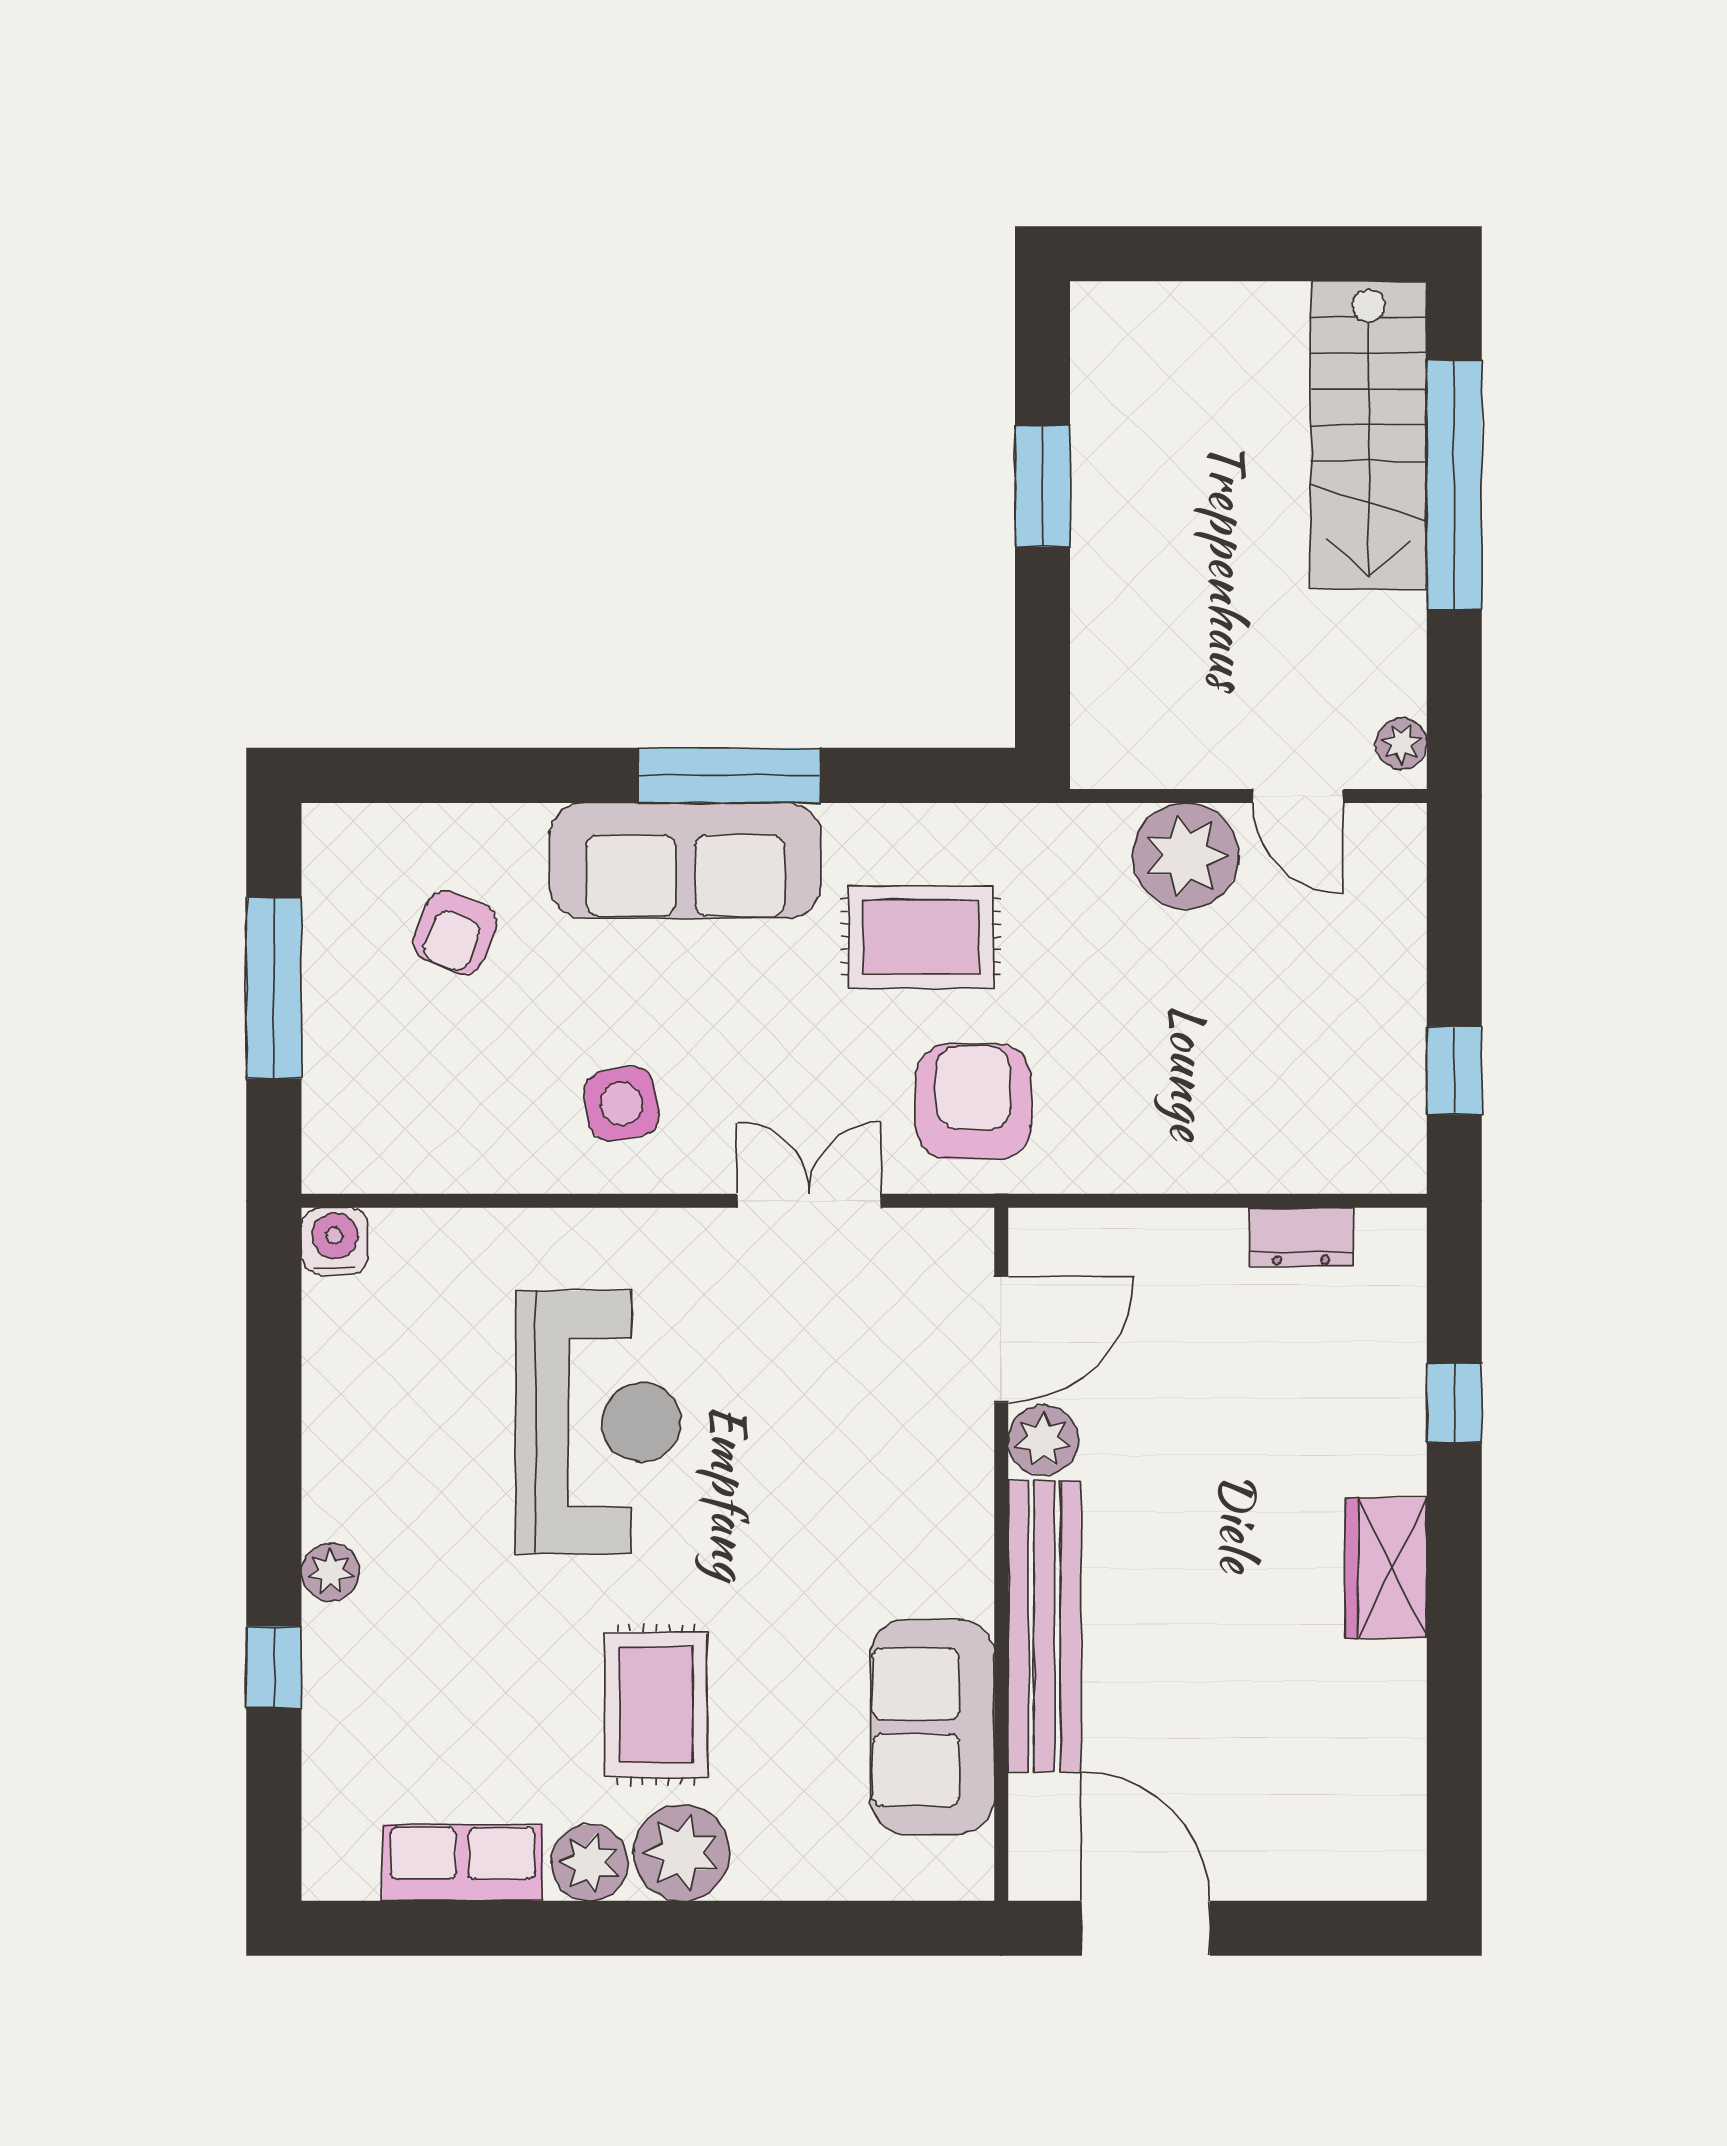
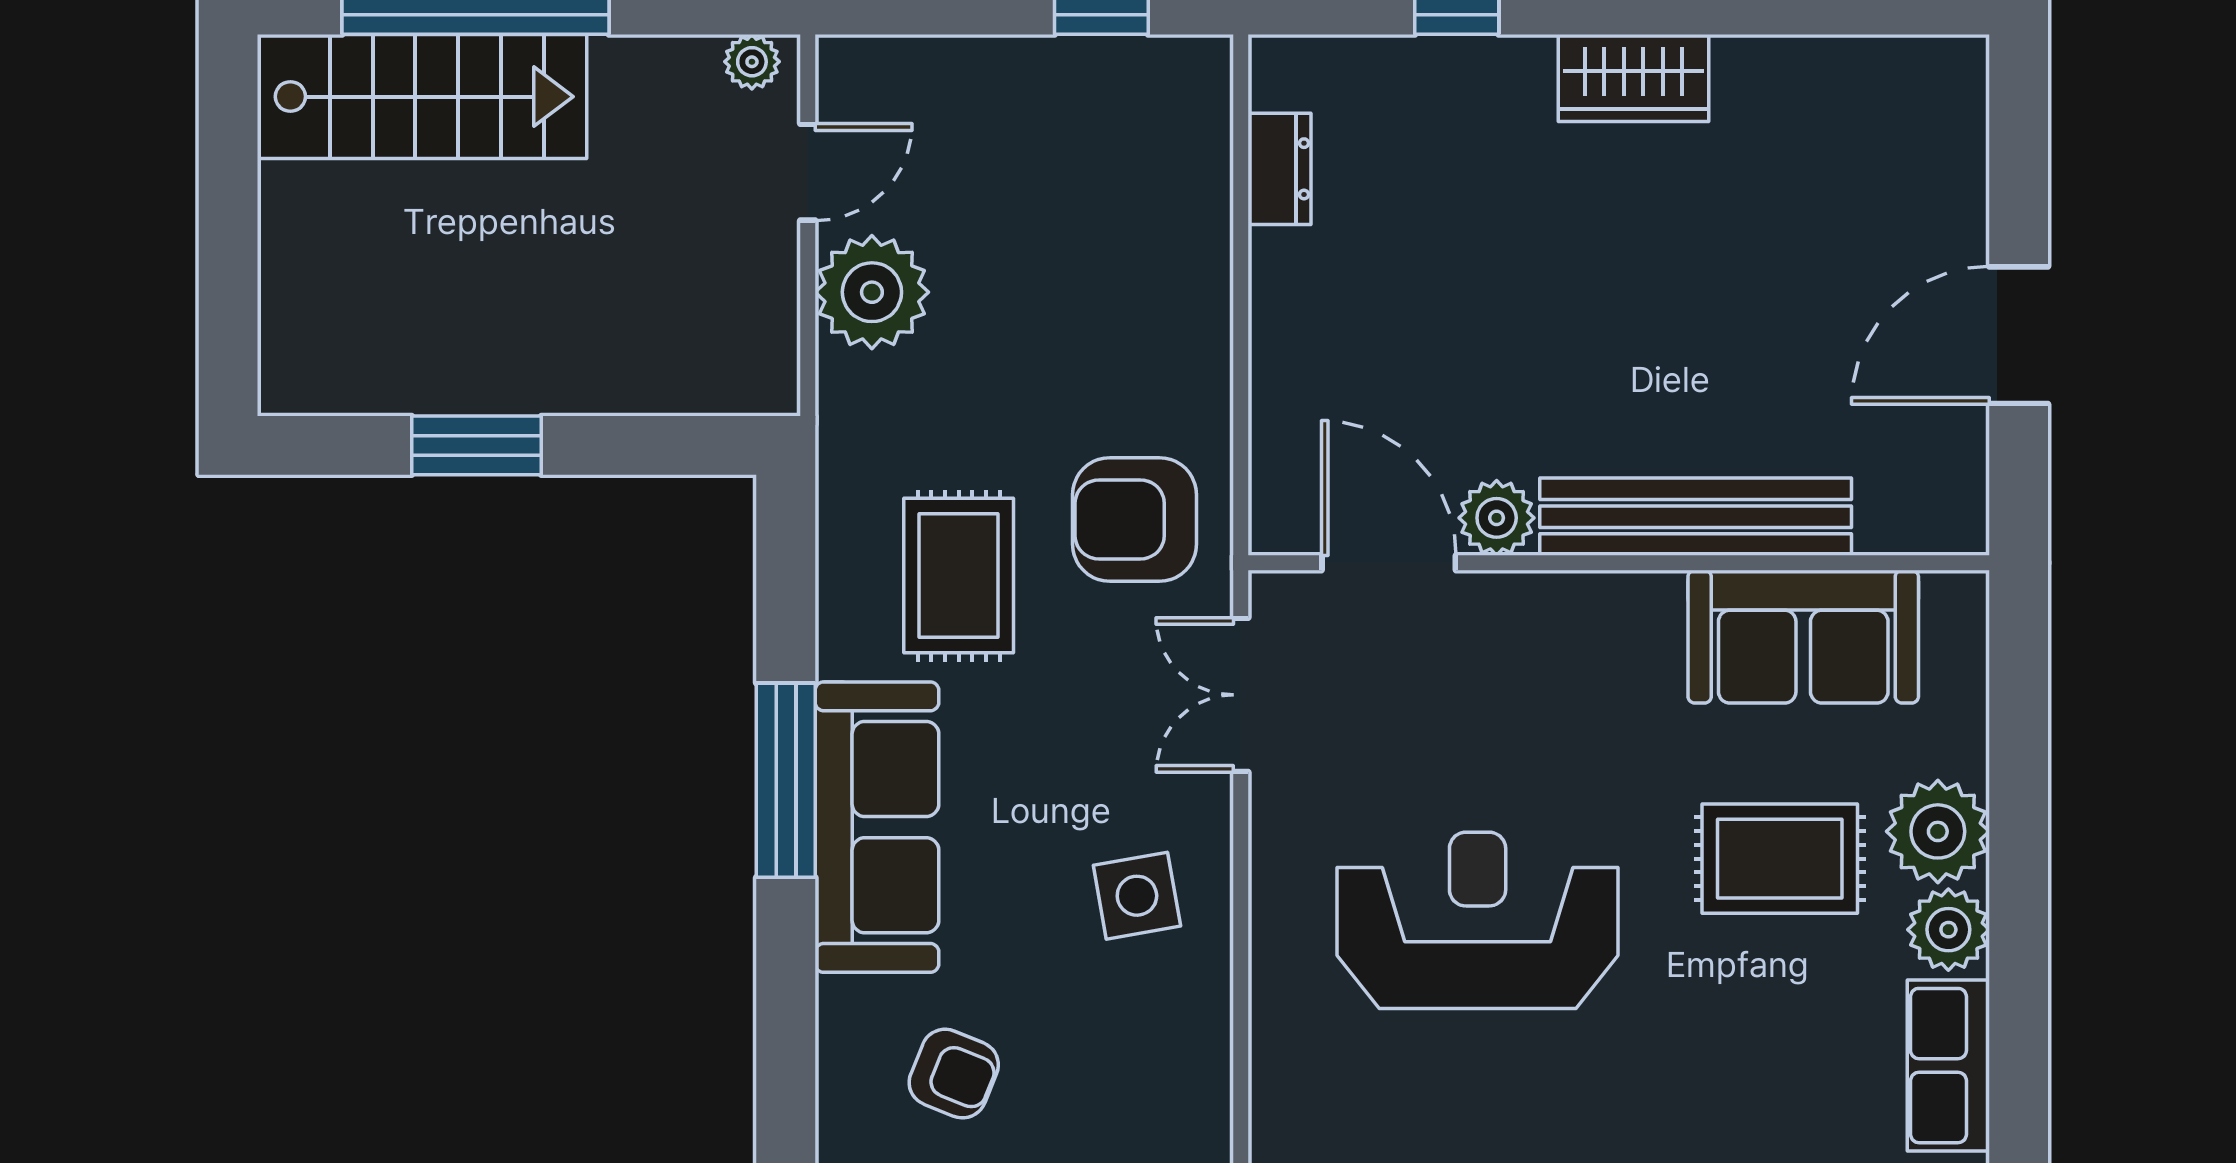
door: (1001, 1339) -> (1389, 563), moved
plant: (1043, 1440) -> (1497, 518), moved
wall: (1001, 1554) -> (1619, 563), moved
bench: (1044, 1626) -> (1696, 517), moved
sofa: (932, 1727) -> (1803, 637), moved

